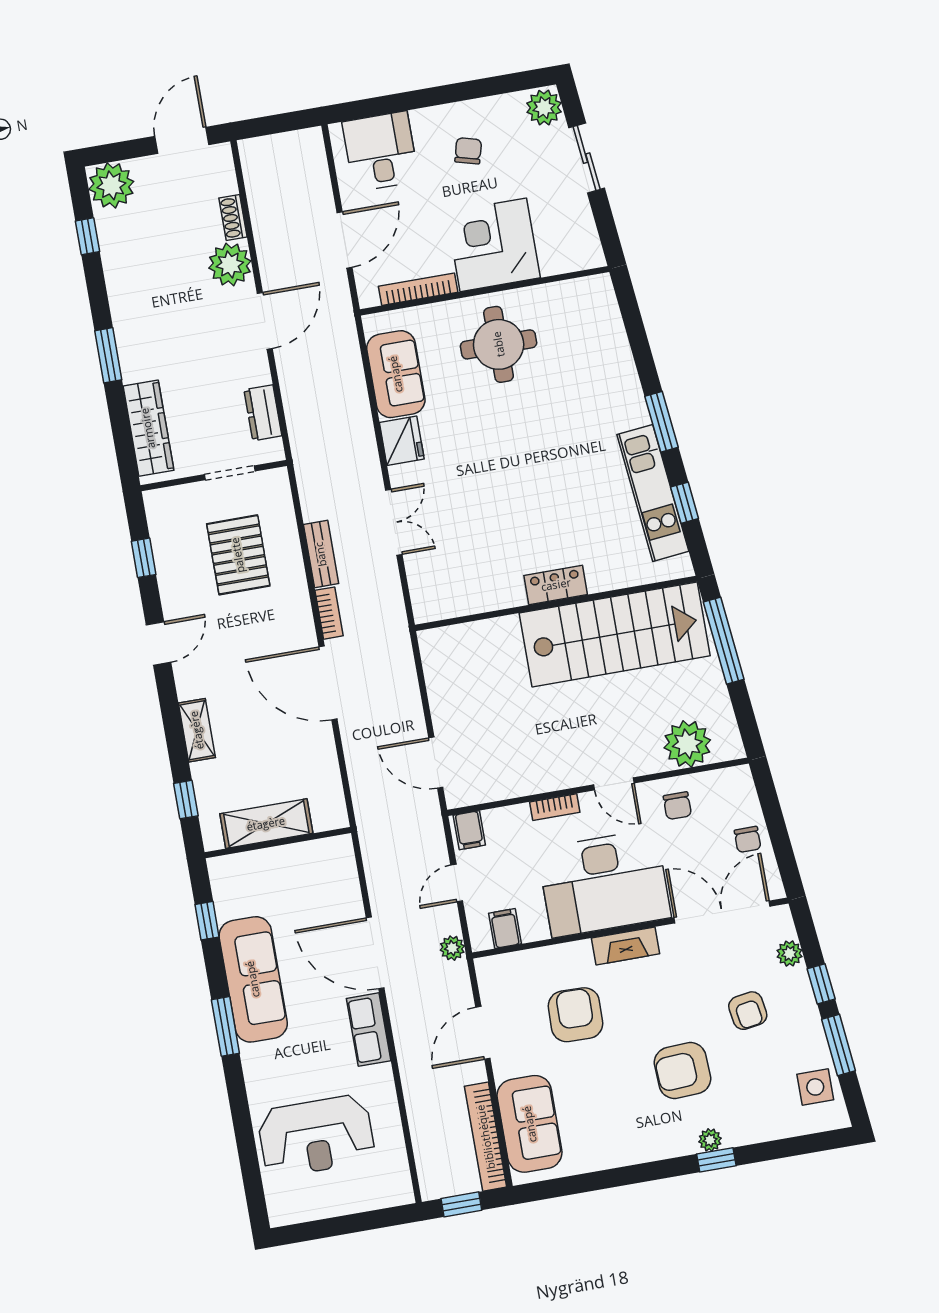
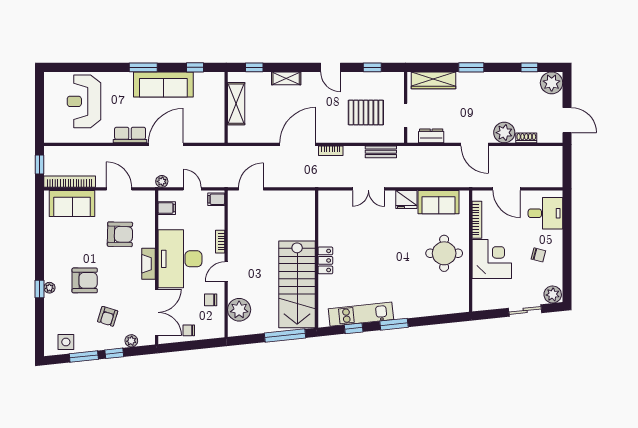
bench: (321, 554) -> (381, 152), moved
armchair: (748, 1011) -> (108, 316), turned -64
armchair: (683, 1071) -> (85, 280), turned 93

